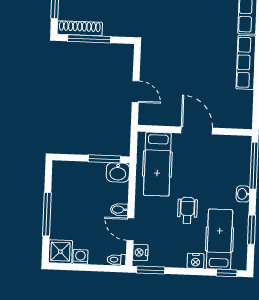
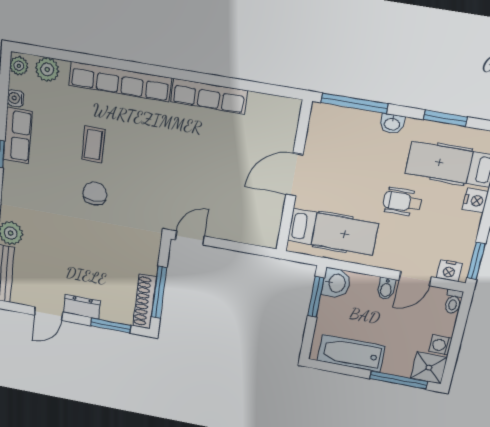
door: (136, 92) -> (190, 238), moved
bathtub: (62, 192) -> (351, 353), added
window: (47, 214) -> (399, 380), moved

